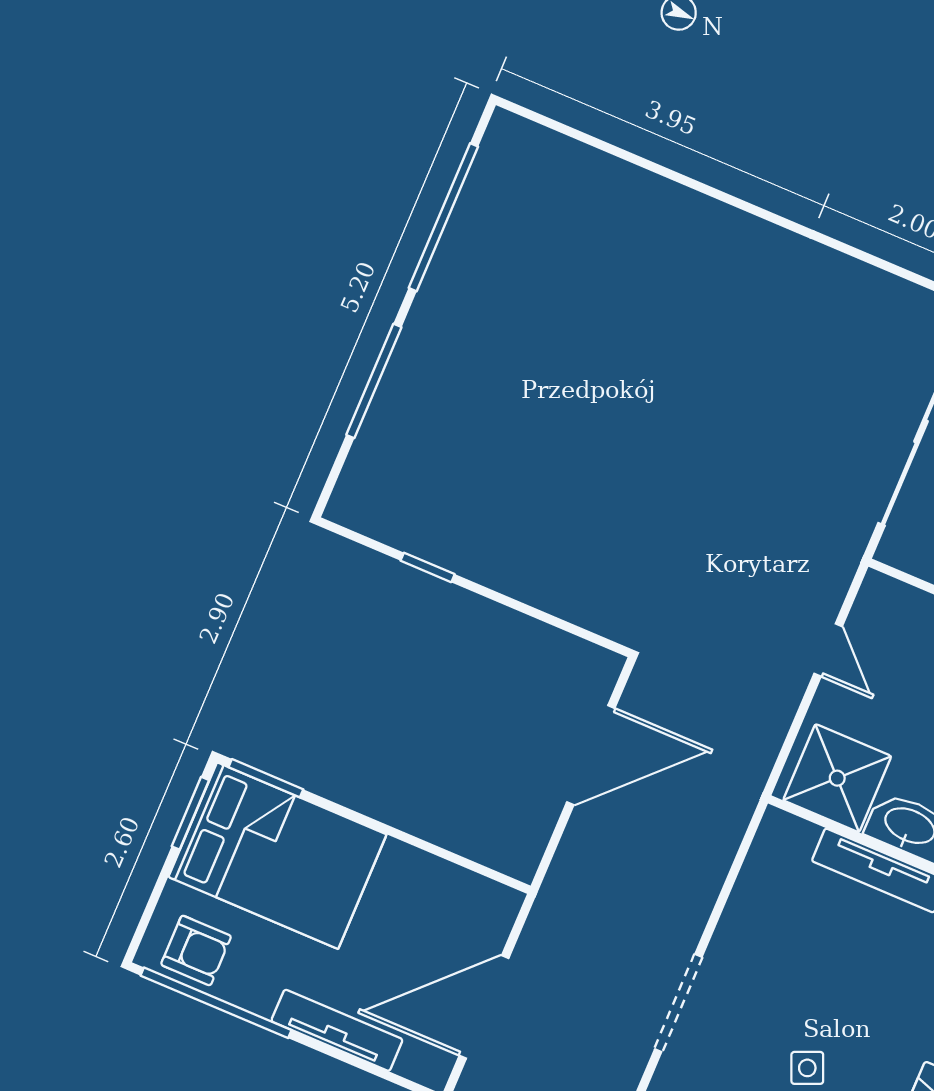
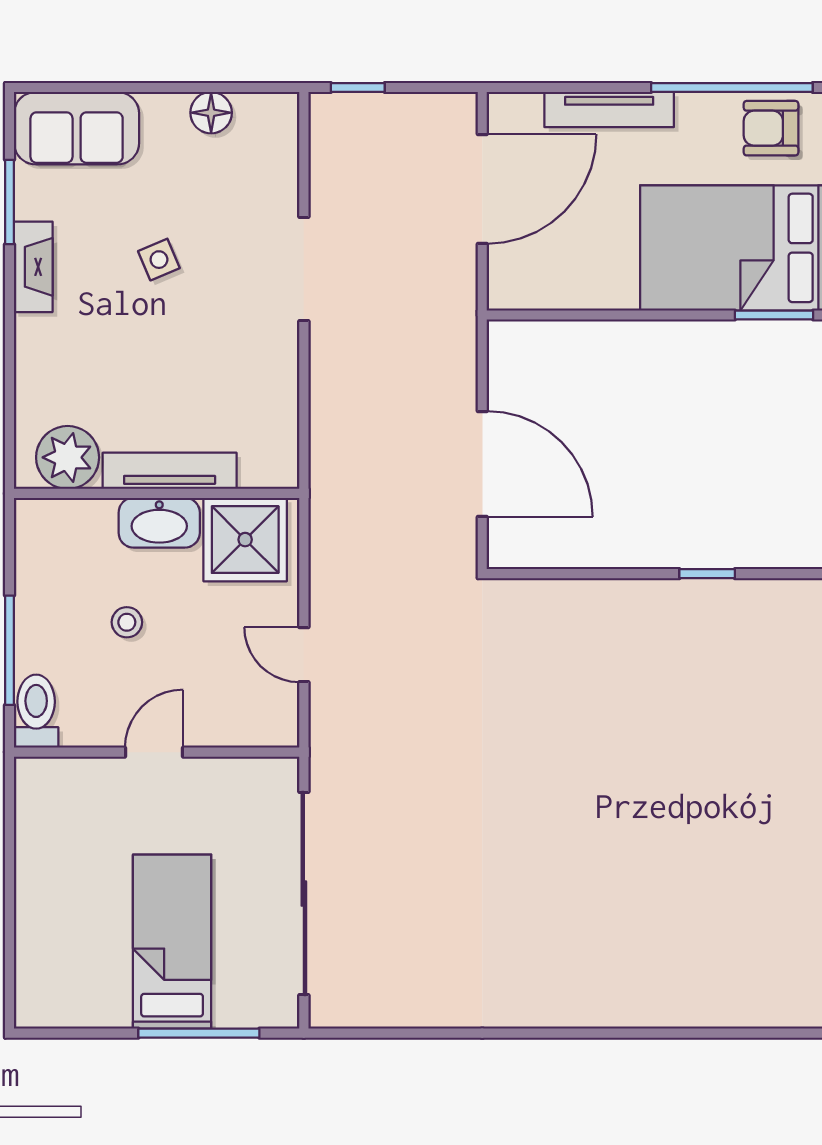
door: (591, 755) -> (482, 464), swing flipped

